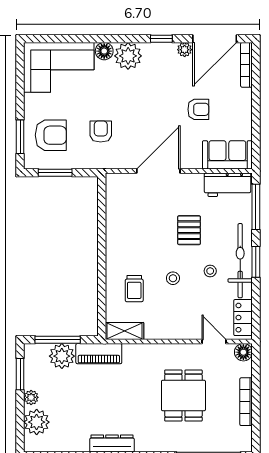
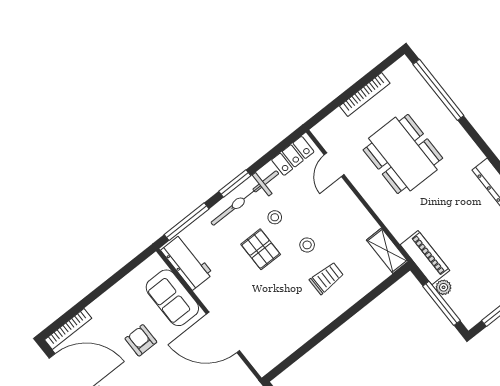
sofa: (227, 155) -> (172, 298), moved
pallet: (189, 230) -> (261, 249), moved, turned 90
trolley: (134, 289) -> (327, 278), moved
floor lamp: (243, 352) -> (323, 131), removed
plant: (62, 356) -> (444, 287), width x0.53, depth x0.53
dining table: (183, 396) -> (403, 154), width x1.38

